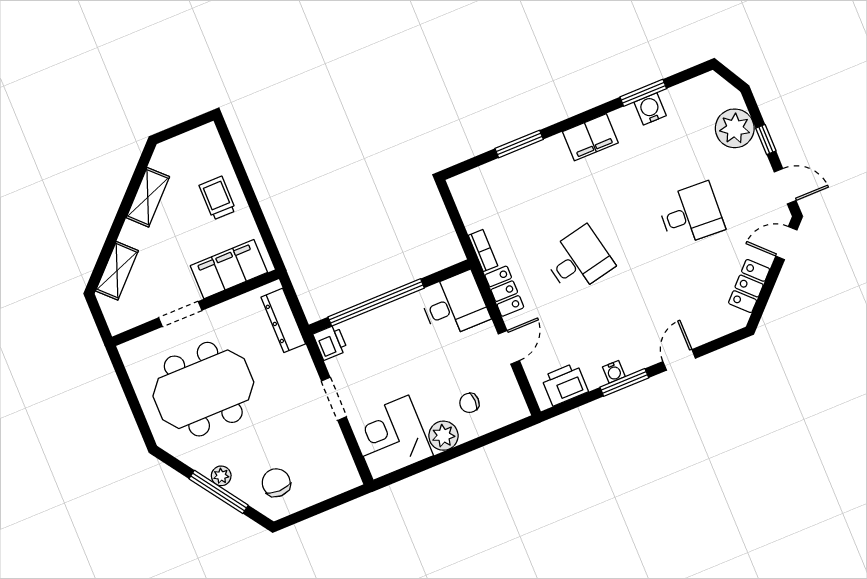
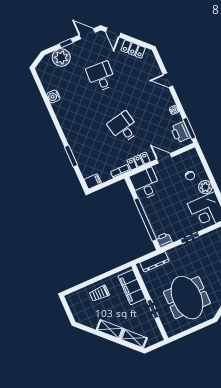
window: (643, 93) -> (46, 100), removed
filing cabinet: (590, 137) -> (93, 181), moved, width x0.50
door: (785, 186) -> (87, 34), hinge flipped
shelving: (148, 197) -> (110, 329), moved
window: (624, 382) -> (189, 128), moved

